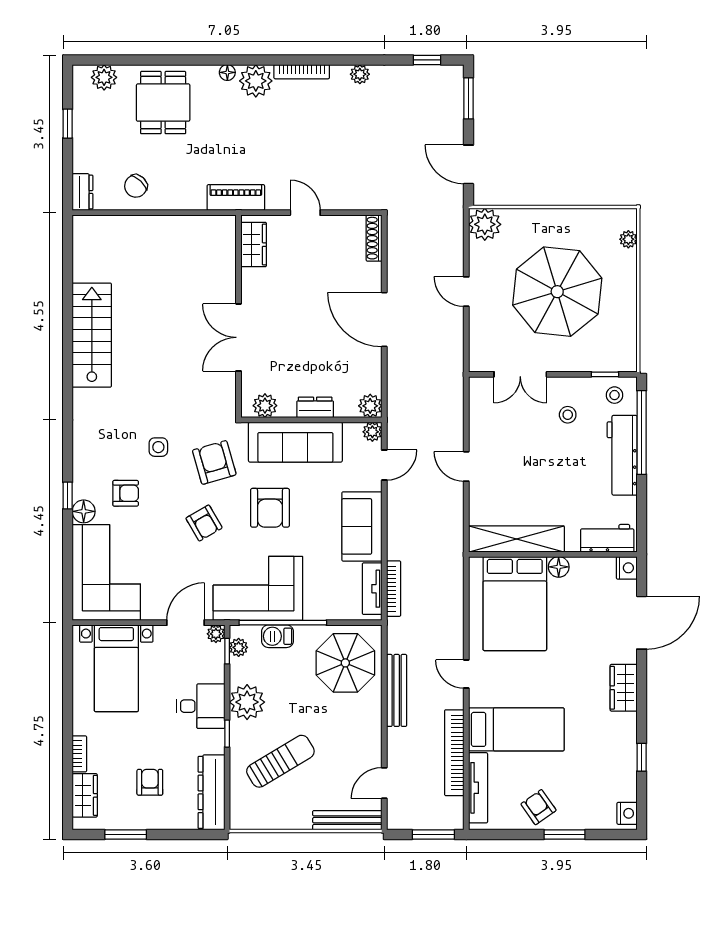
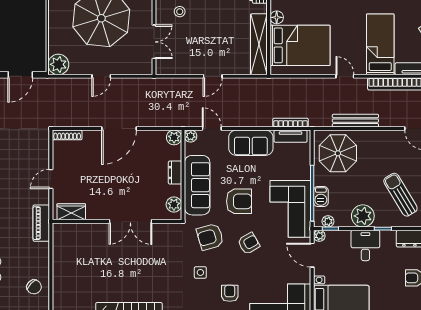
door: (466, 674) -> (345, 76), swing flipped

